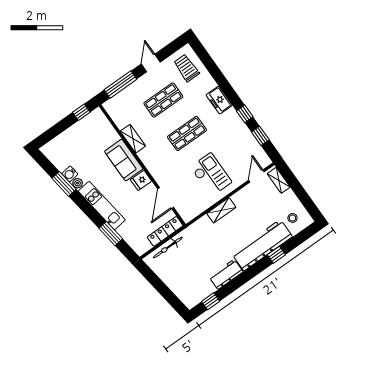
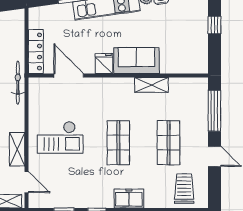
trolley: (187, 68) -> (184, 189), turned -90
window: (81, 112) -> (214, 25), moved
shelving: (221, 210) -> (17, 149), moved
bicycle: (168, 248) -> (18, 83), moved

